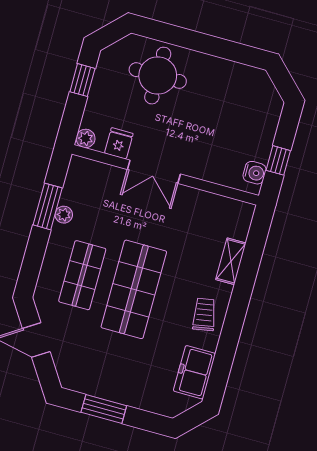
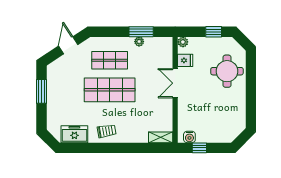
shelving: (231, 261) -> (161, 137), moved

